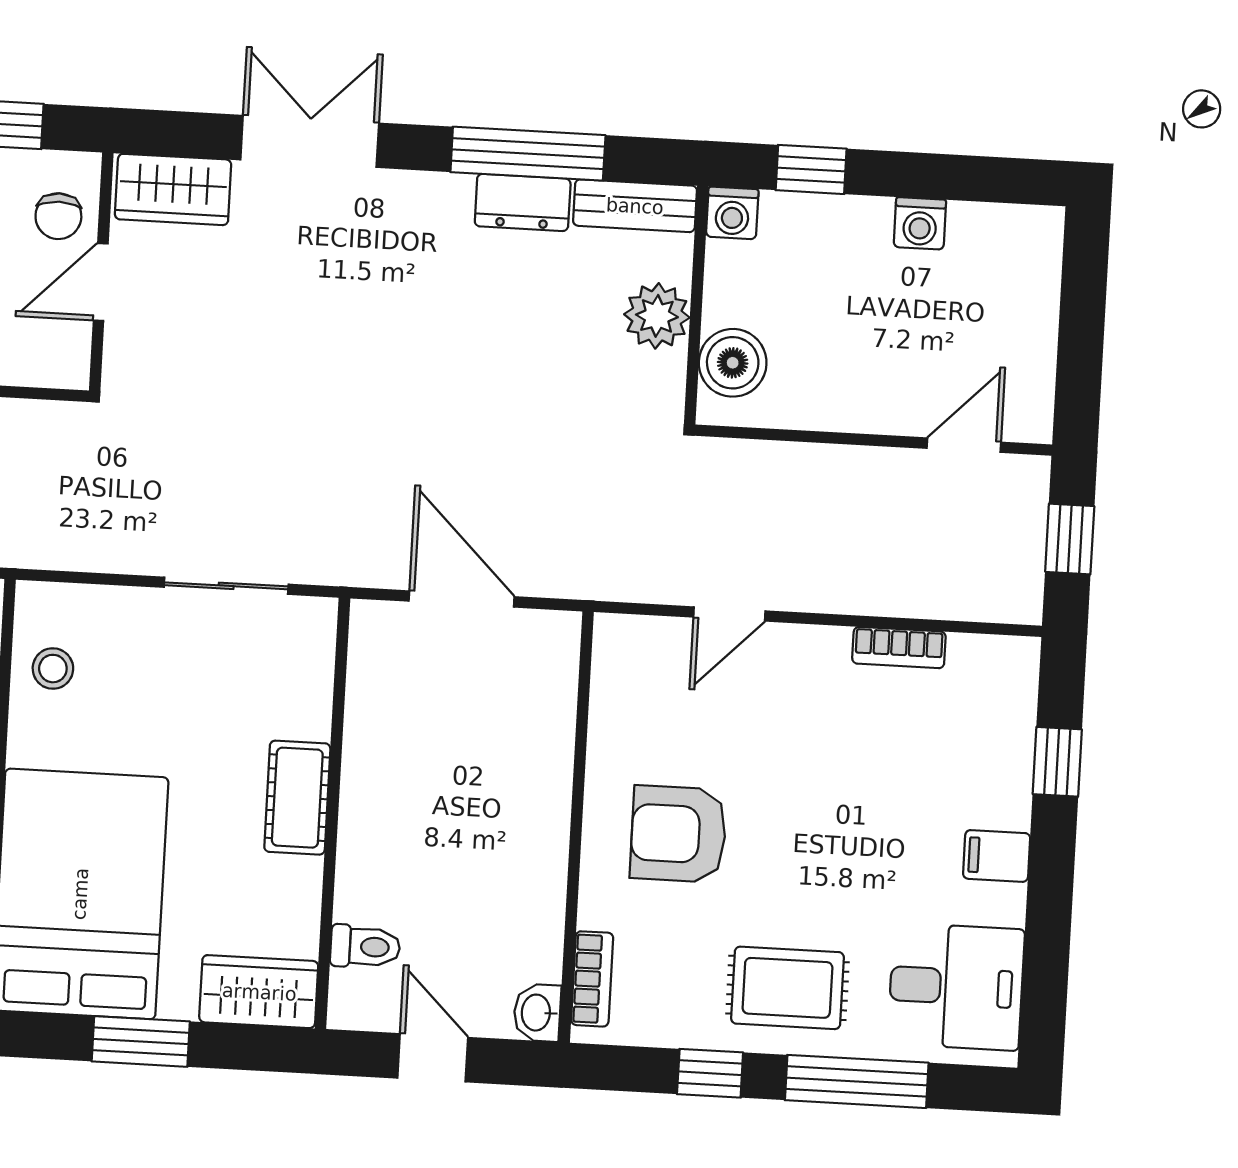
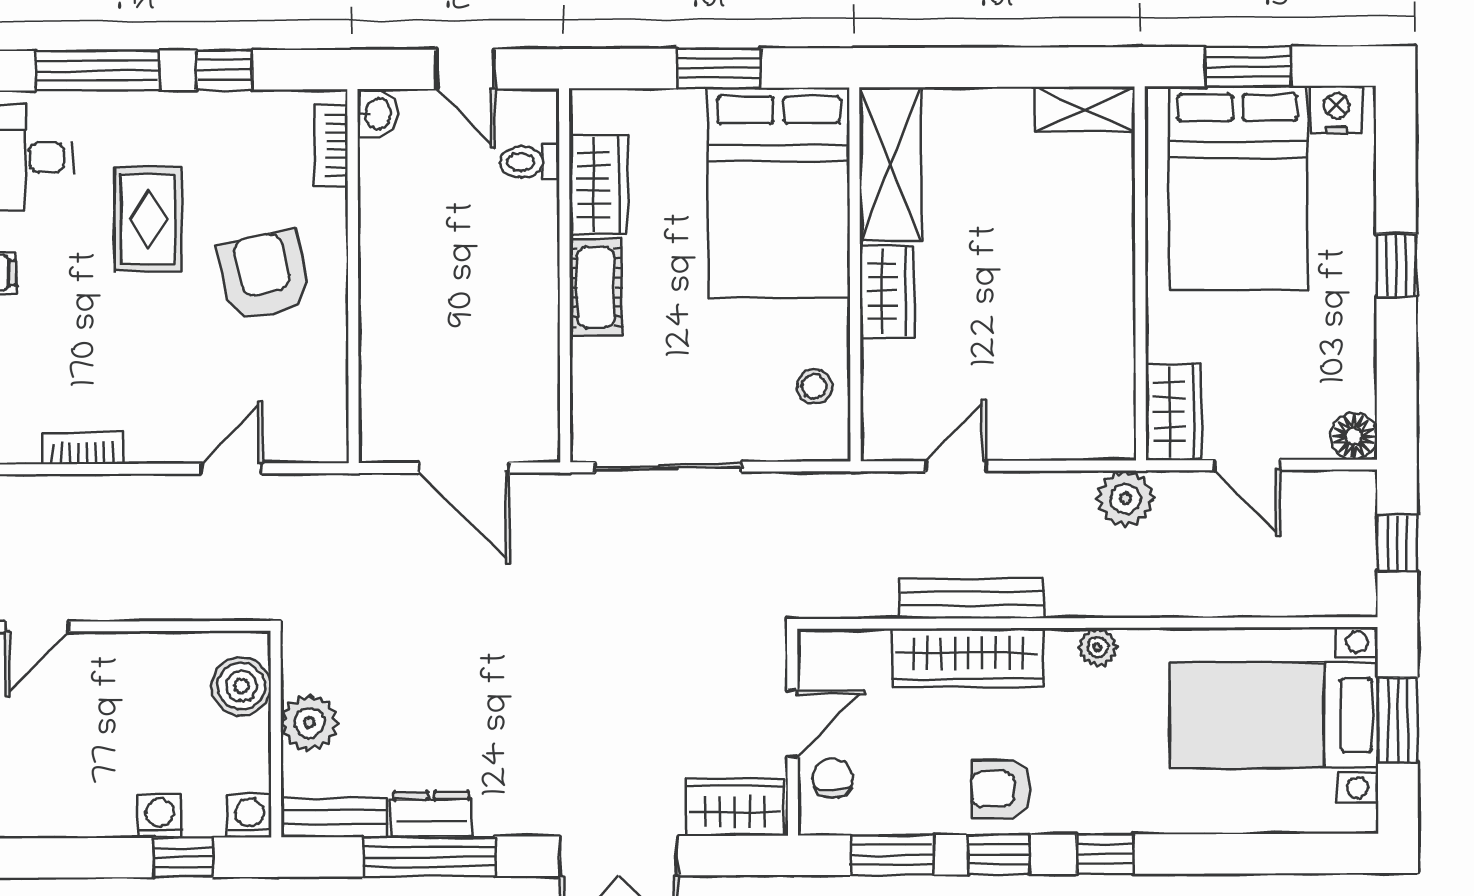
washing machine: (920, 223) -> (160, 816), moved
sliding door: (226, 586) -> (668, 467), width x1.37
armchair: (678, 834) -> (264, 275), turned -102
rug: (787, 988) -> (148, 219), moved, turned 90
wardrobe: (259, 992) -> (598, 185), moved, turned -90

